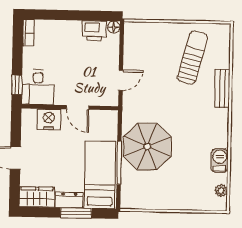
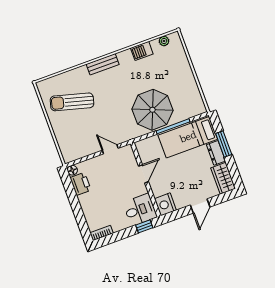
bench: (222, 88) -> (103, 64), moved
nightstand: (49, 119) -> (165, 204), moved

